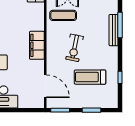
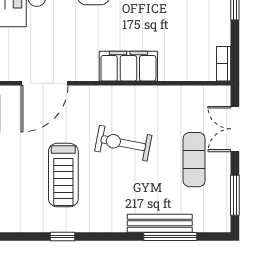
exercise mat: (63, 15) -> (194, 160), moved
treadmill: (90, 77) -> (63, 175), turned 180

